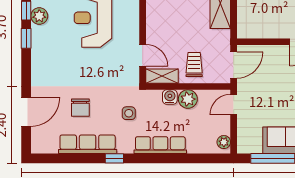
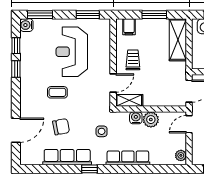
plant: (39, 16) -> (27, 50), removed
door: (143, 55) -> (113, 83), hinge flipped
trolley: (194, 64) -> (133, 60), moved
coffee table: (76, 66) -> (57, 92), added
chair: (80, 108) -> (61, 127), turned -101

